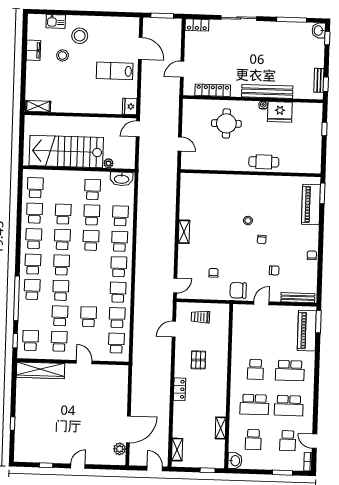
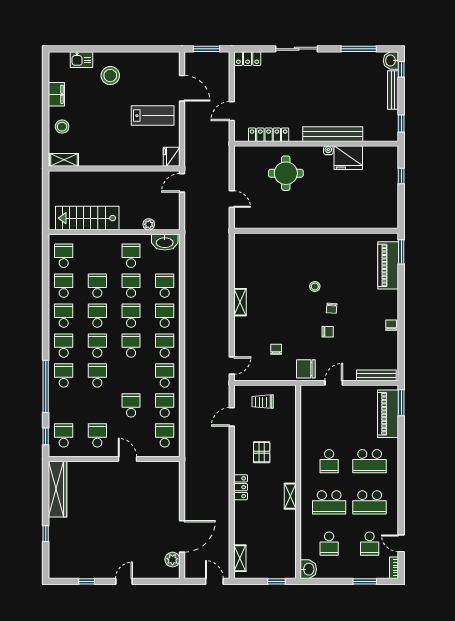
stool: (63, 55) -> (62, 127), moved
lab bench: (115, 71) -> (153, 116), turned 180
bench: (319, 80) -> (393, 90), moved, width x1.36
stairs: (66, 152) -> (87, 218), width x0.73, depth x0.66
cafe table: (264, 162) -> (331, 217), removed
chair: (274, 270) -> (328, 332), moved
school desk: (60, 316) -> (131, 346), moved
wardrobe: (40, 370) -> (58, 489), moved, turned -90
shelving: (221, 428) -> (290, 496), moved

